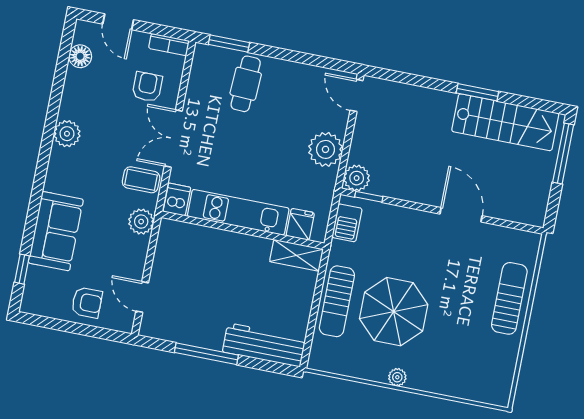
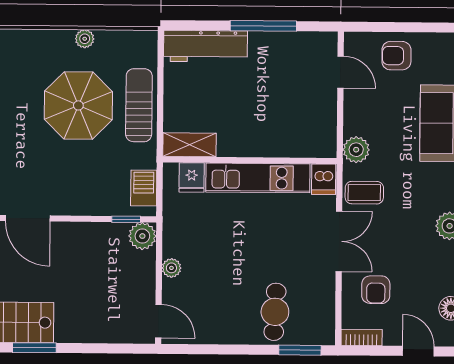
plant: (325, 149) -> (171, 268), width x0.53, depth x0.53
plant: (397, 377) -> (85, 39), moved

